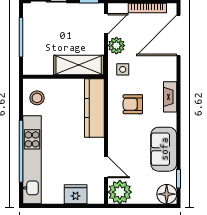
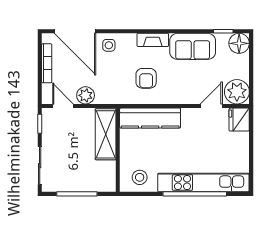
side table: (123, 69) -> (109, 45), moved
fireplace: (170, 97) -> (153, 40), moved
fridge: (76, 194) -> (239, 120), moved

